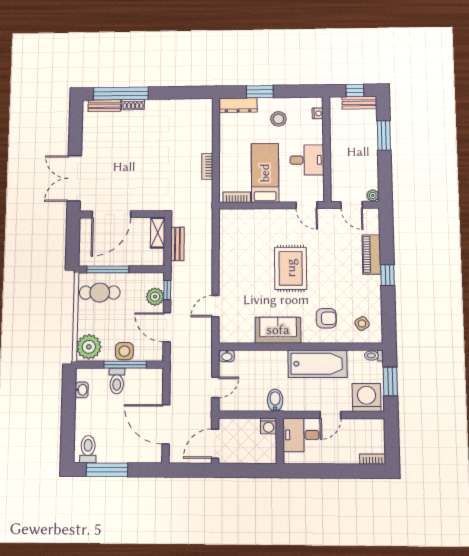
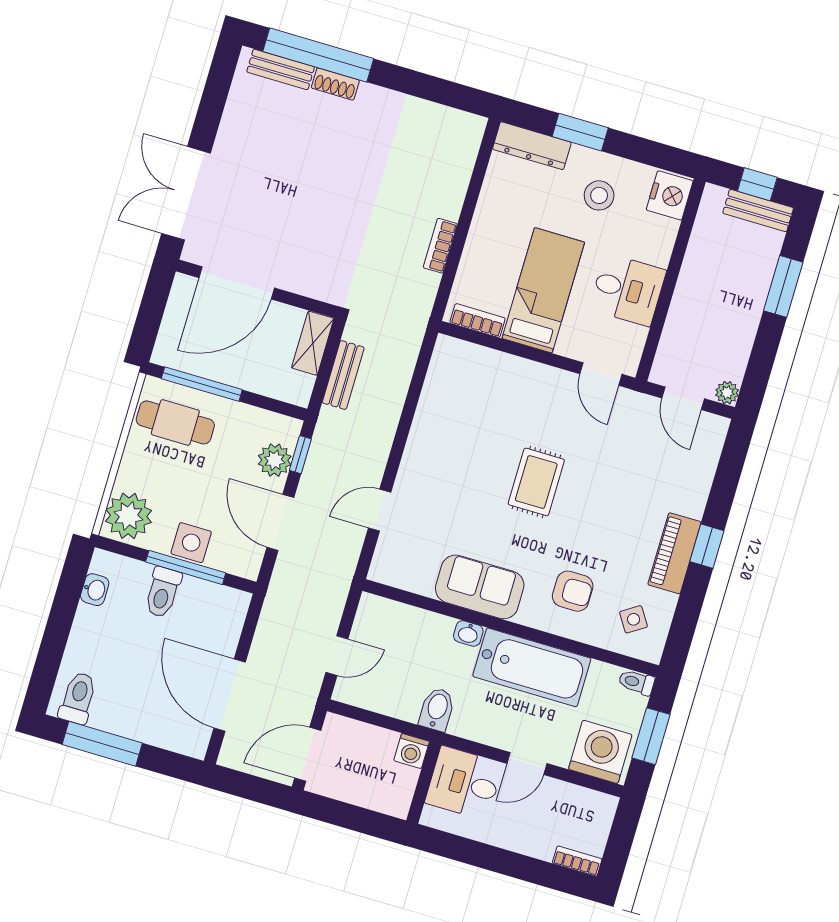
nightstand: (318, 113) -> (670, 195), width x1.89, depth x1.79
piano: (371, 254) -> (674, 553), moved
rug: (291, 268) -> (536, 482), width x0.73, depth x0.70
washbasin: (227, 356) -> (468, 633), moved

